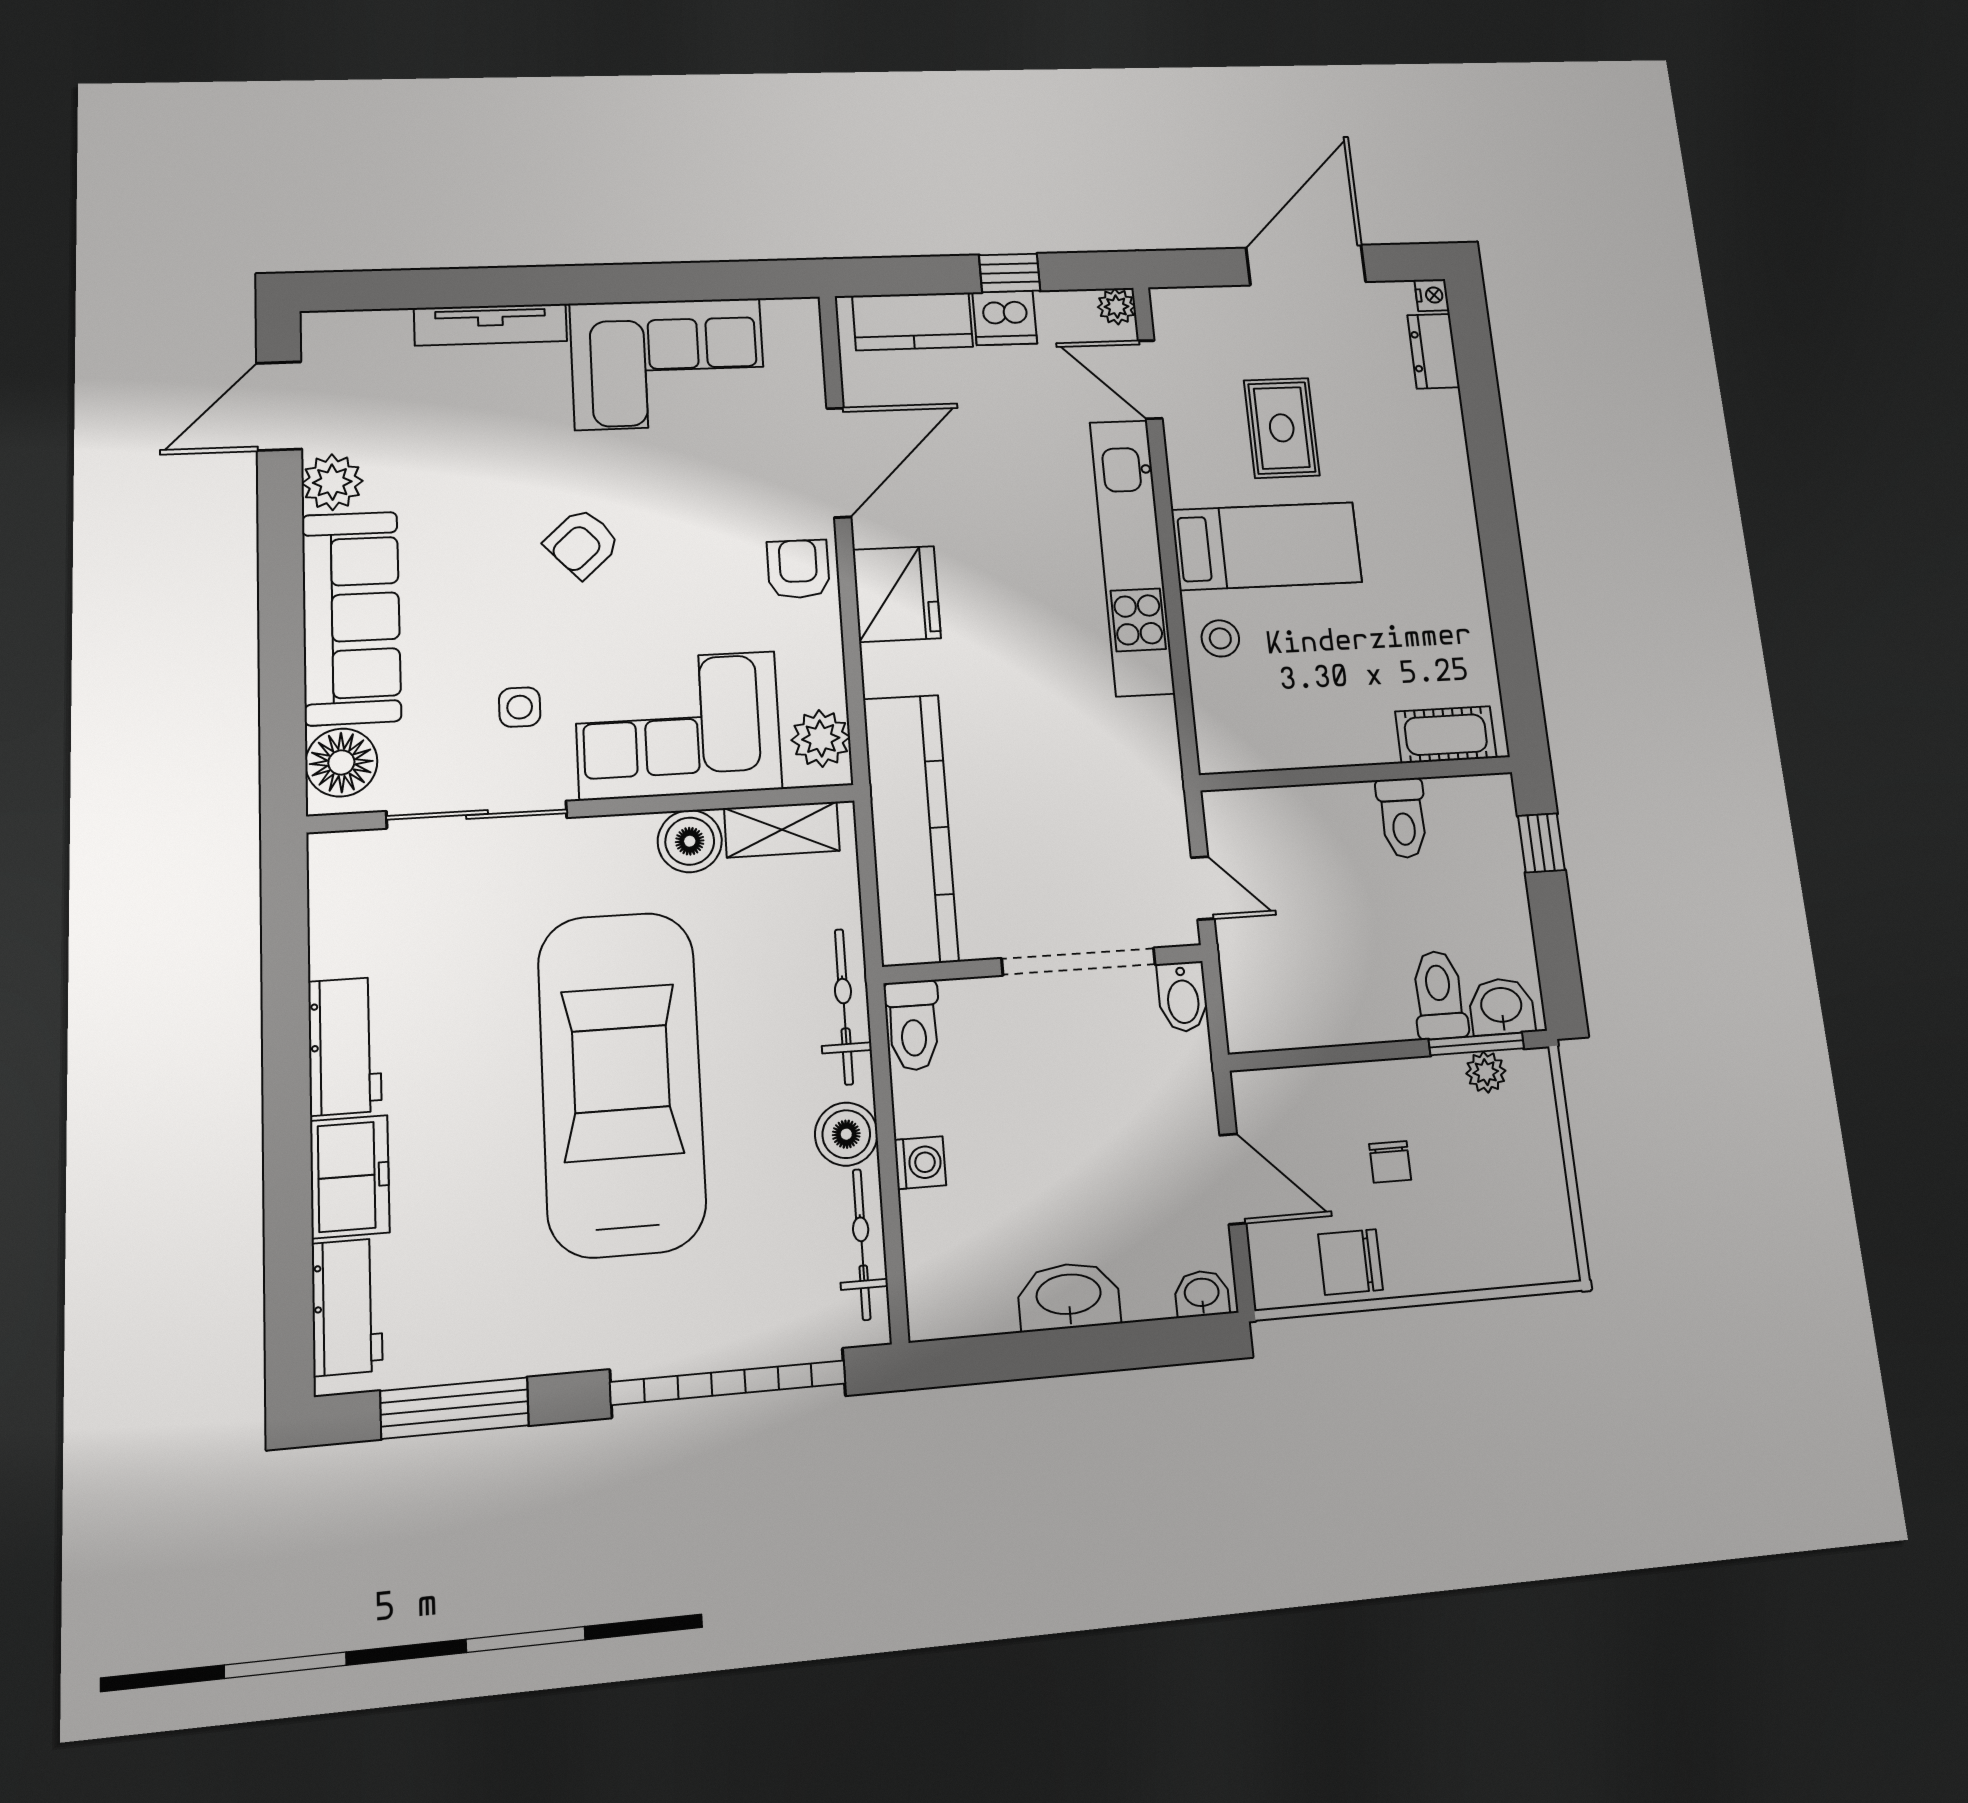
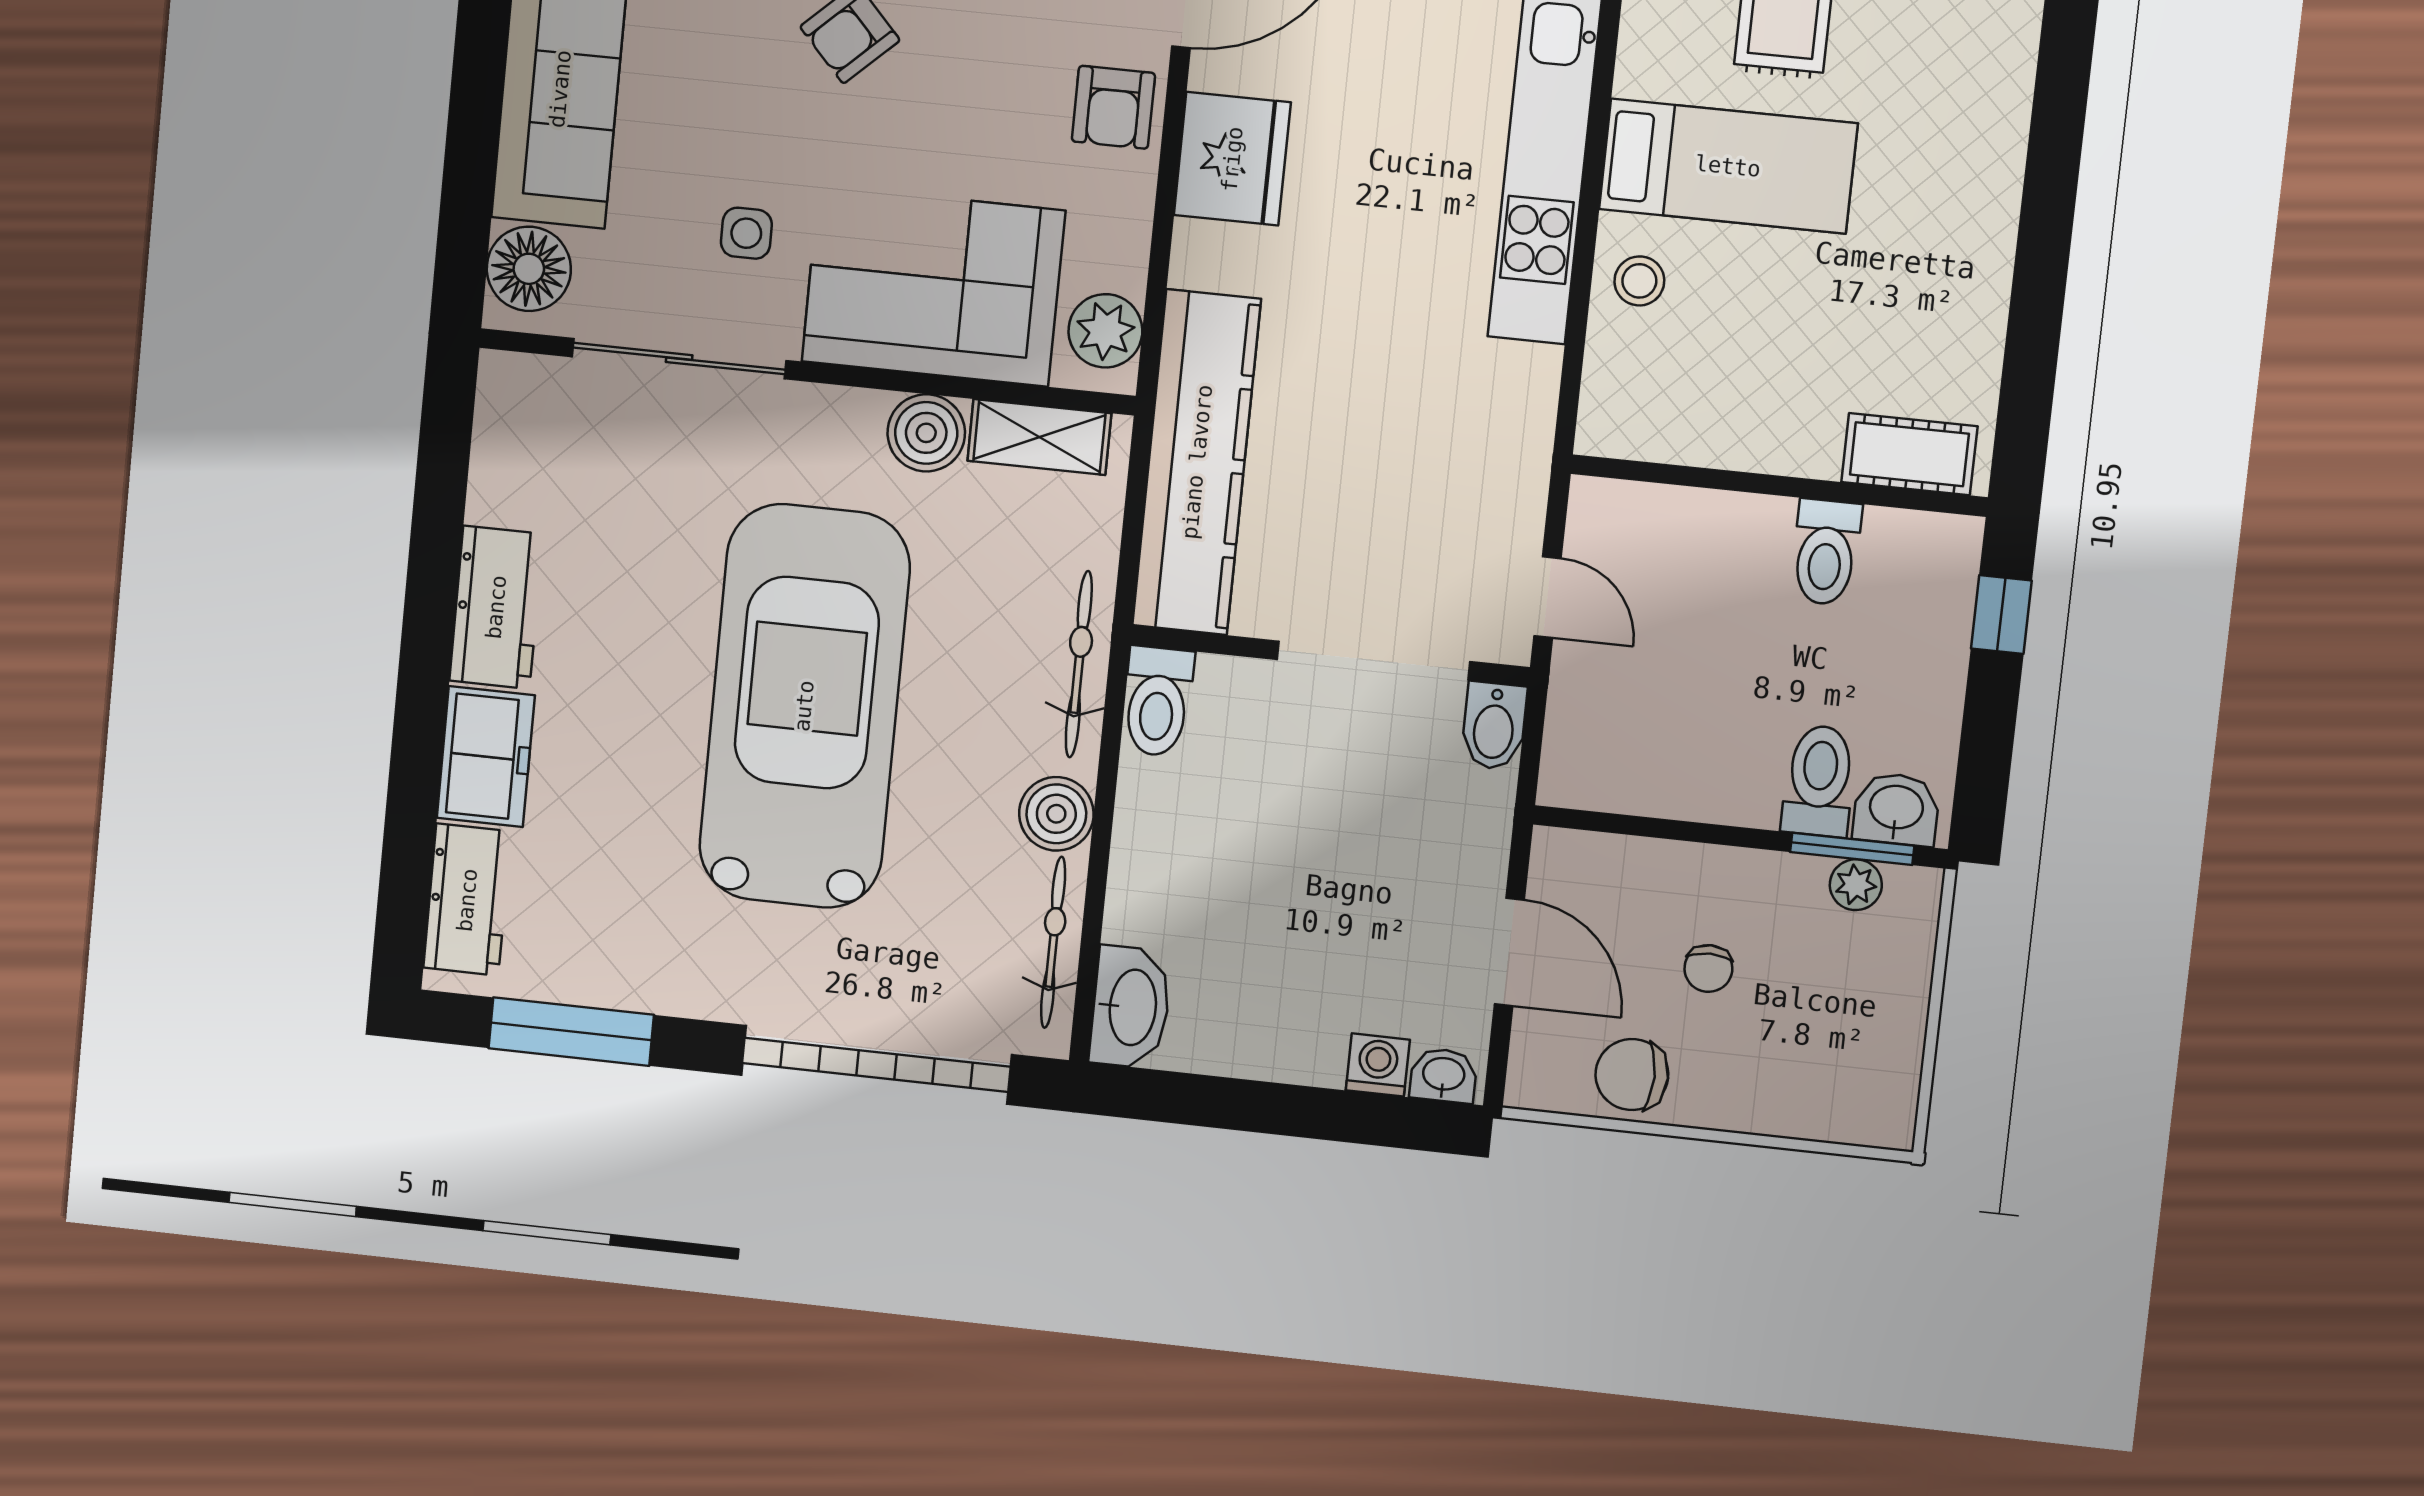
armchair: (798, 569) -> (1113, 107), turned 180
washing machine: (920, 1163) -> (1378, 1065), moved, turned -90
washbasin: (1069, 1296) -> (1131, 1007), moved, turned 90

